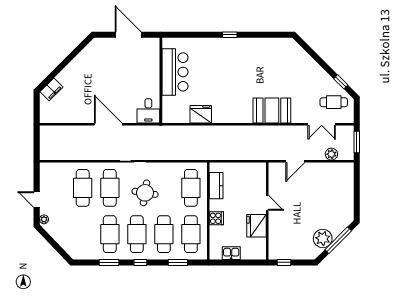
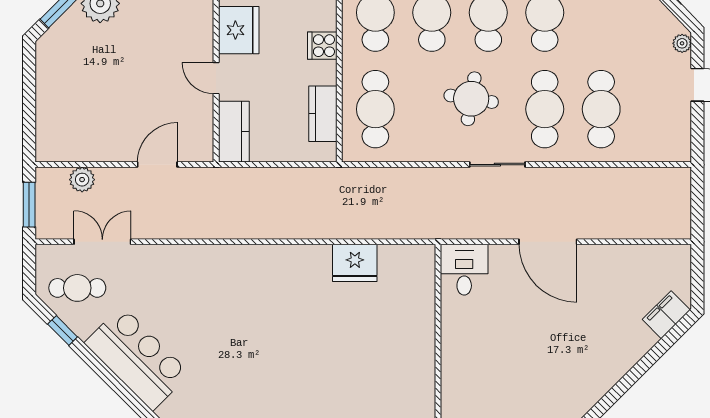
bar counter: (175, 72) -> (137, 358), moved, turned 135
booth: (272, 111) -> (206, 270), removed
kitchen counter: (259, 177) -> (234, 132), added

